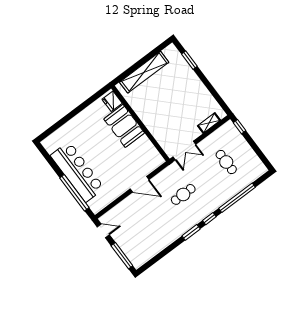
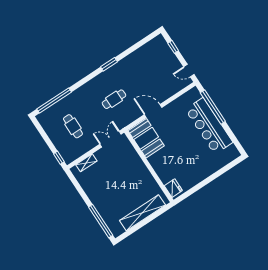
window: (189, 60) -> (101, 221), width x2.11
booth: (124, 126) -> (146, 138), moved
window: (237, 198) -> (54, 100), moved
window: (209, 219) -> (92, 76), removed
window: (122, 256) -> (173, 47), width x0.46

